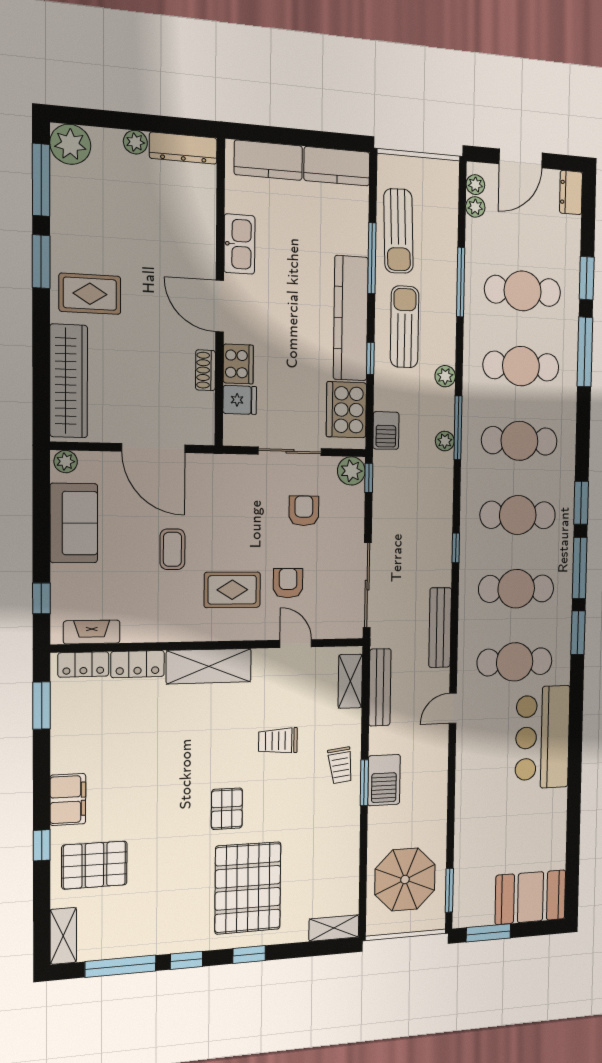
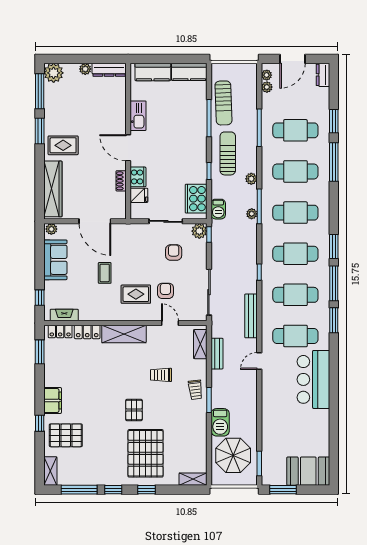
kitchen counter: (351, 318) -> (198, 150), removed
bench: (380, 687) -> (217, 354), width x0.73
barbecue: (384, 780) -> (220, 422), moved

